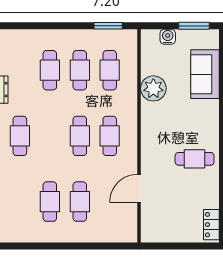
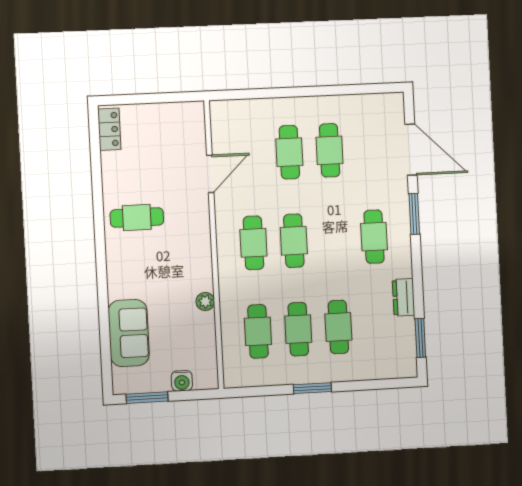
window: (108, 26) -> (312, 388), moved
plant: (153, 88) -> (205, 301), width x0.53, depth x0.53

